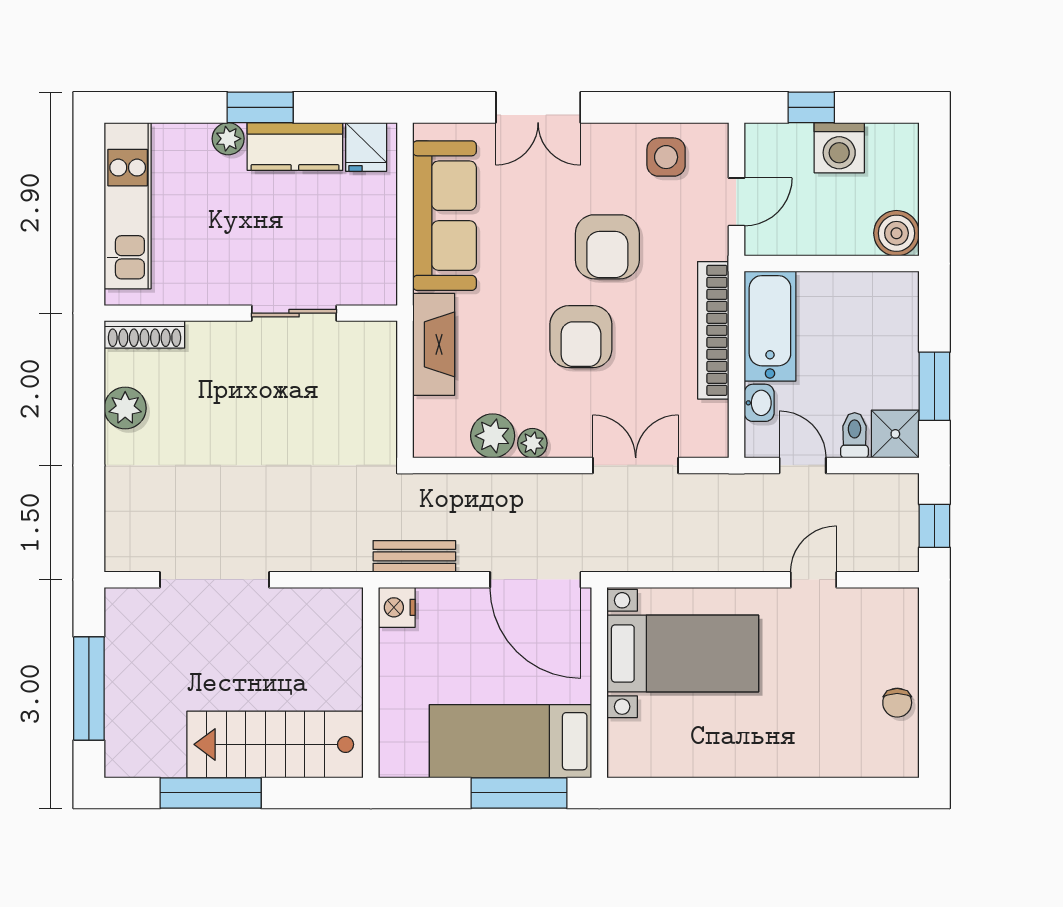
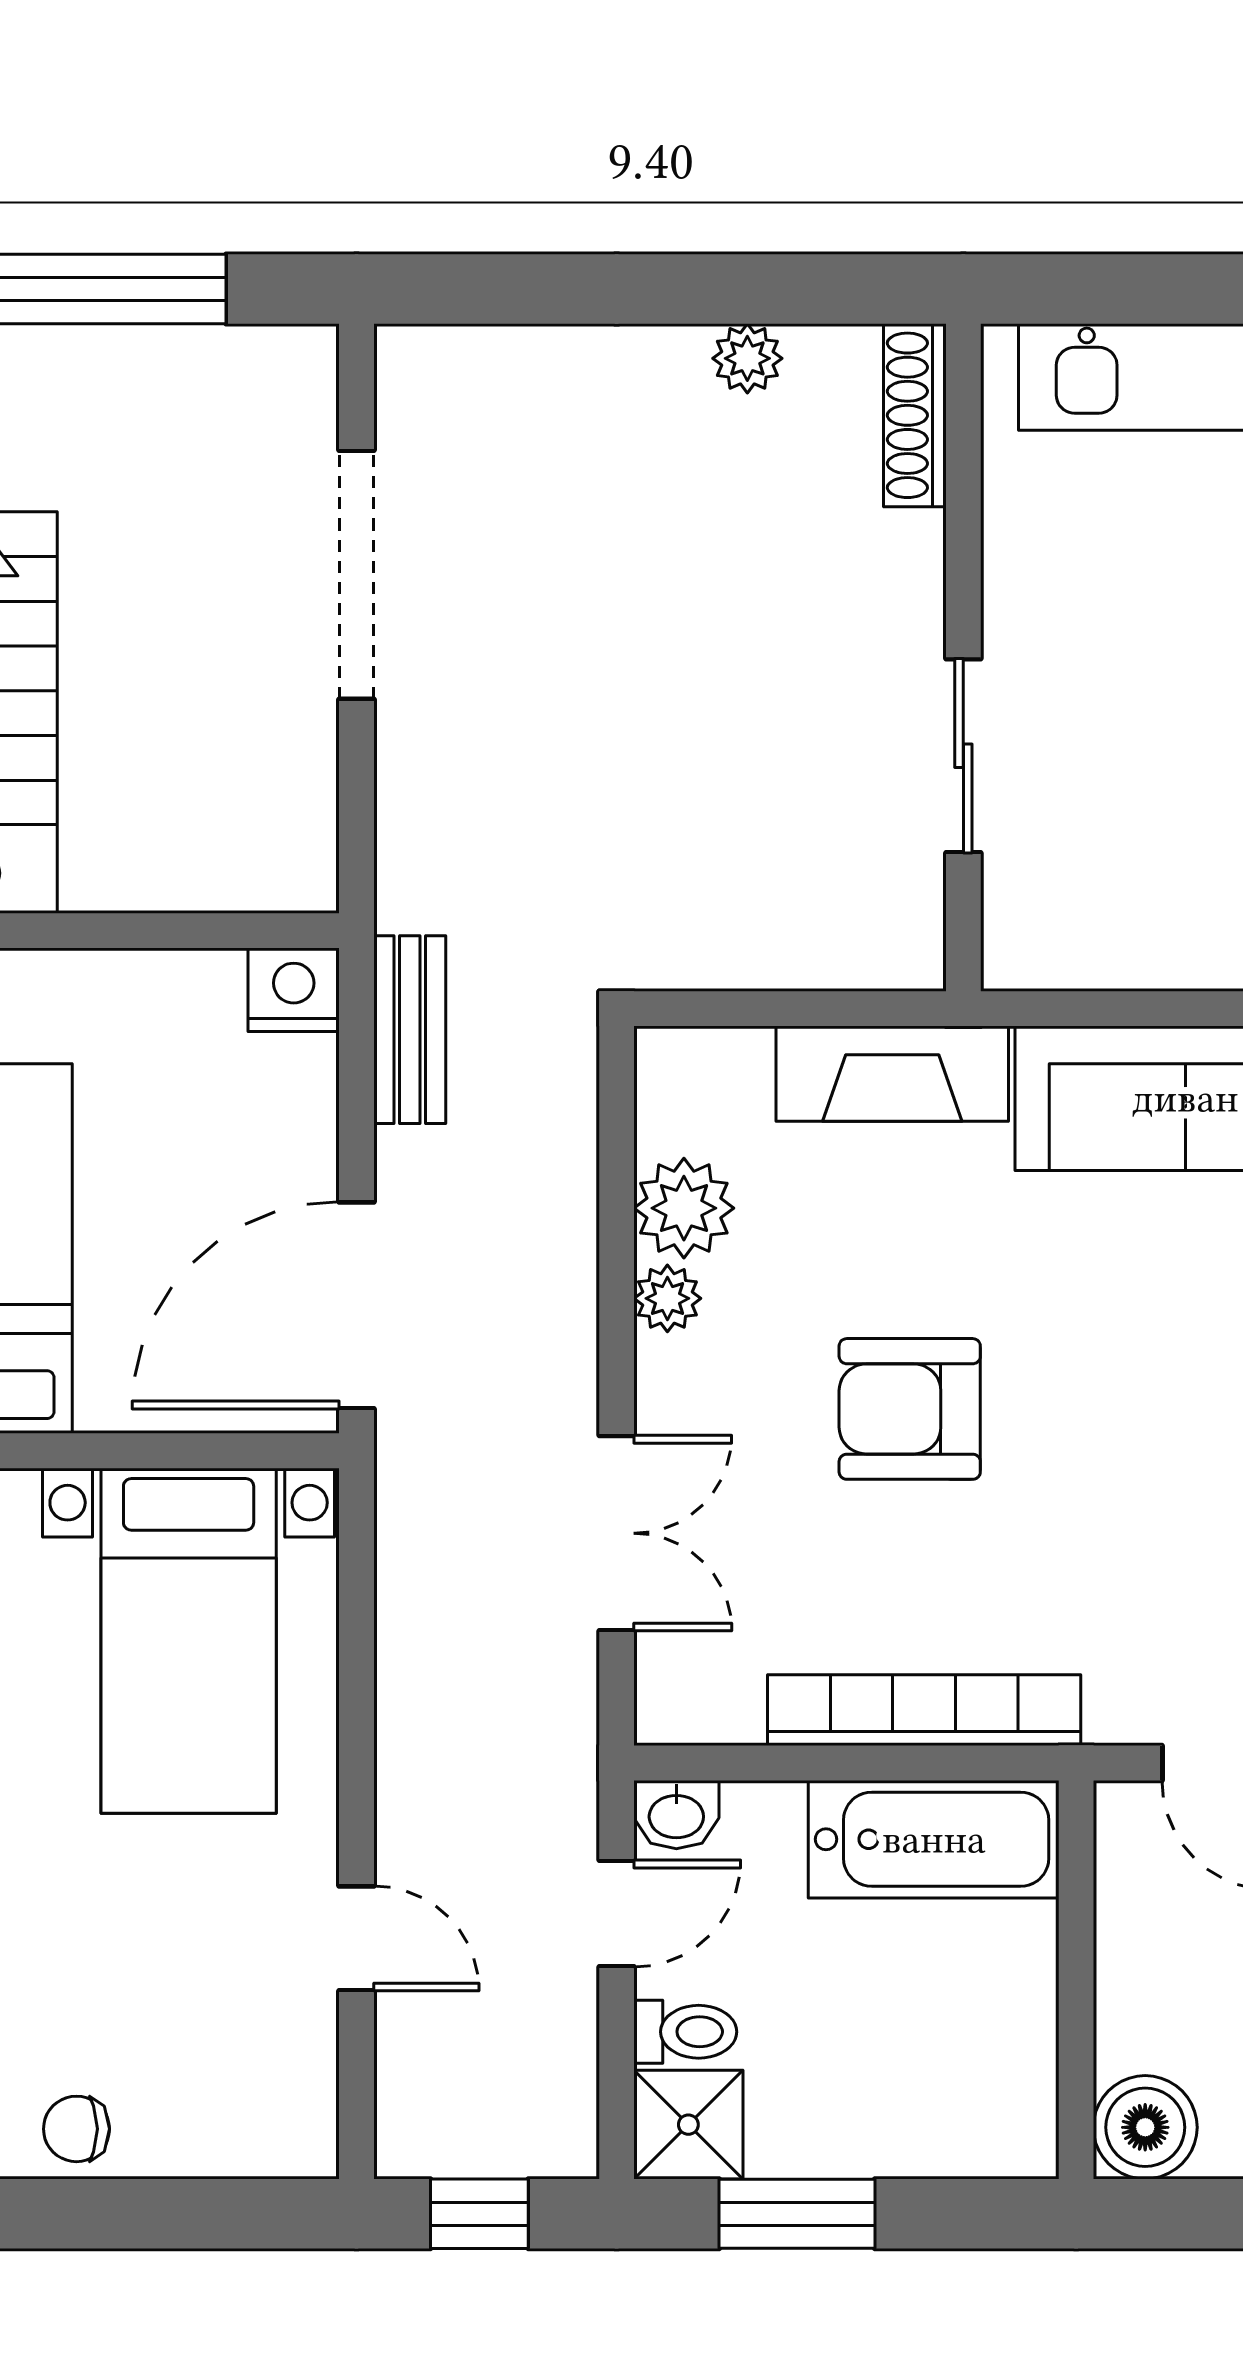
armchair: (607, 247) -> (1114, 1469), removed
washbasin: (759, 403) -> (676, 1815), moved
plant: (125, 408) -> (747, 358), width x0.73, depth x0.73

